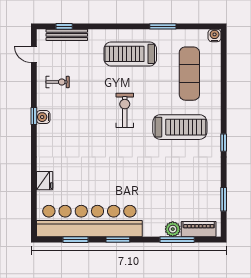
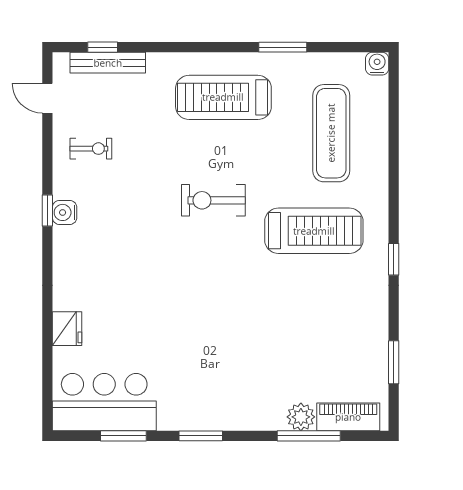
exercise bike: (125, 110) -> (213, 200), turned -90
bar counter: (89, 221) -> (104, 402), width x0.54

